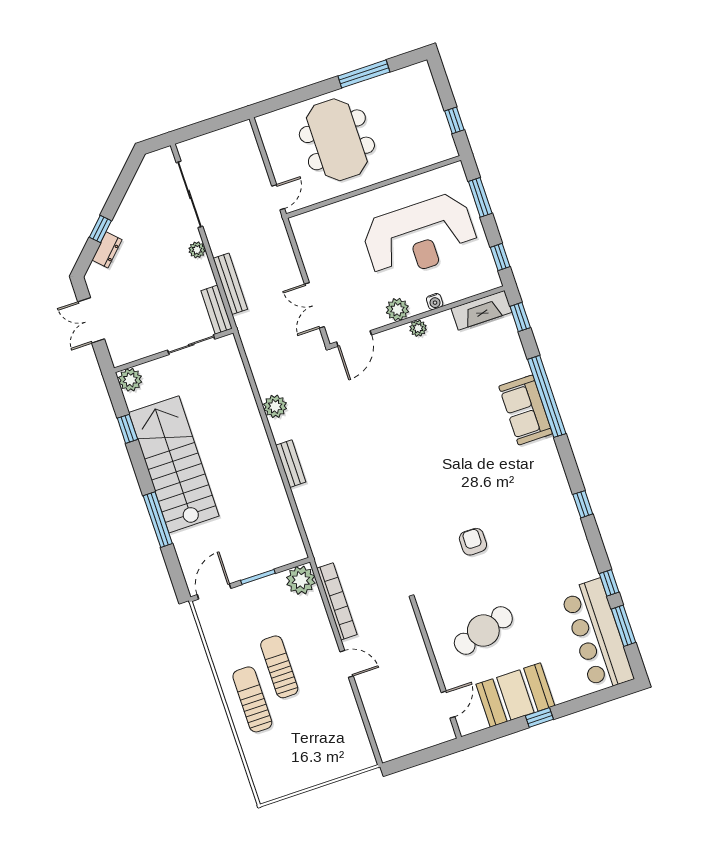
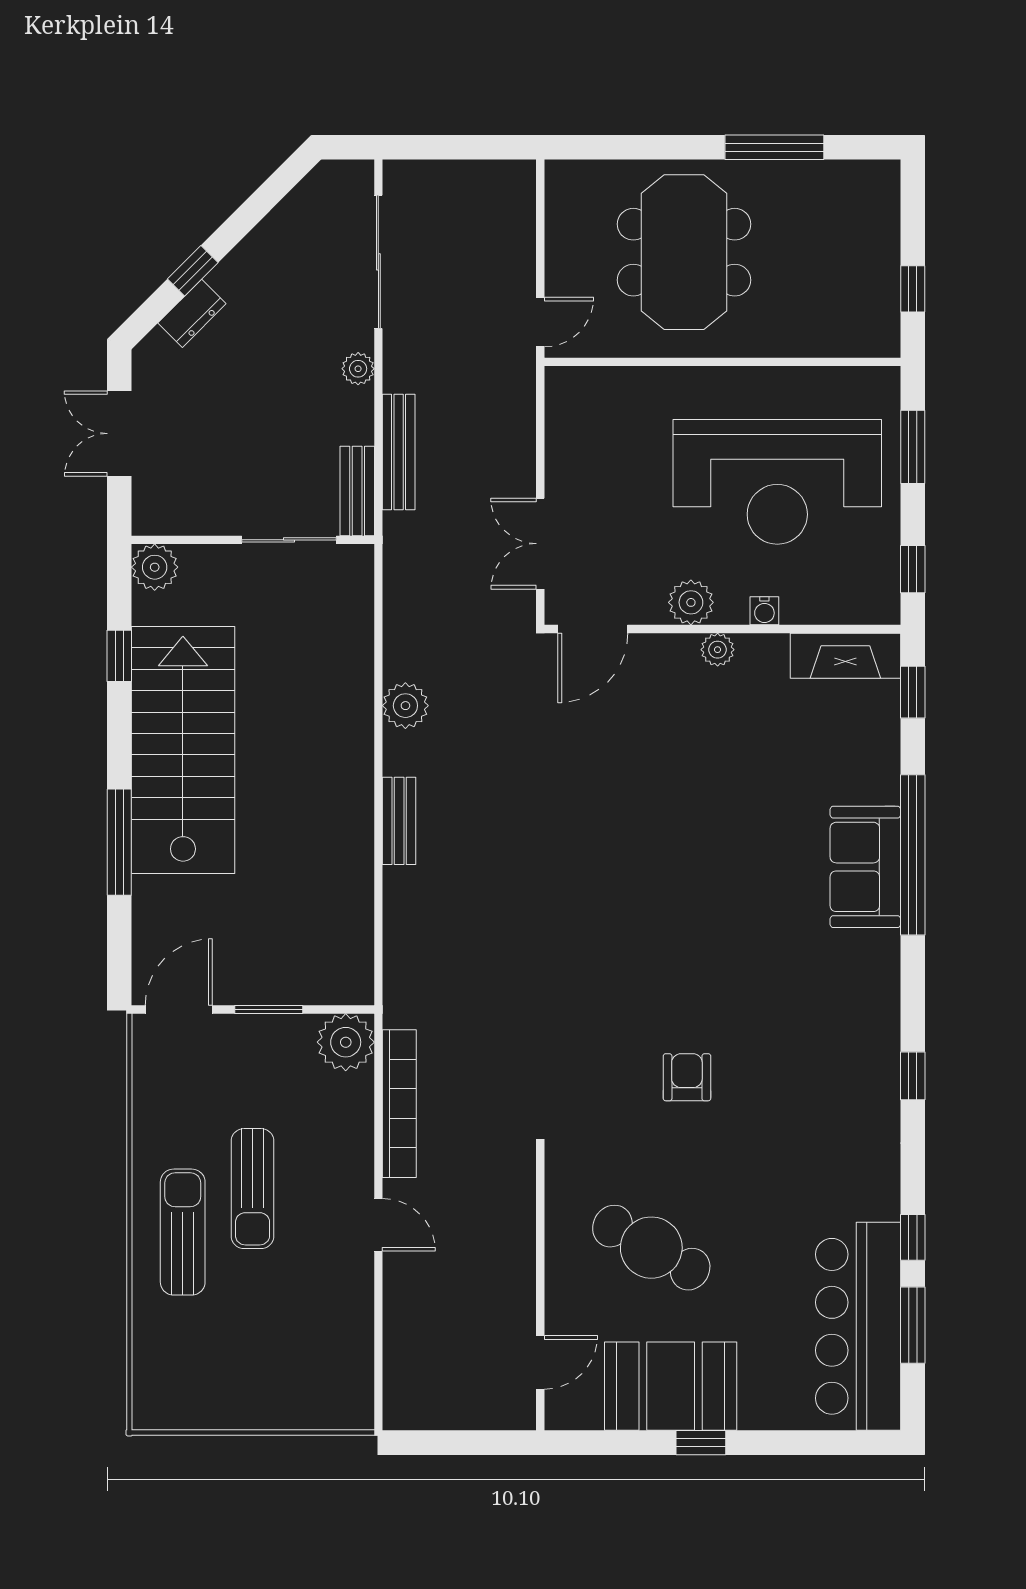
cafe table: (483, 631) -> (651, 1248), turned 46
sun lounger: (279, 667) -> (253, 1189), turned 180

